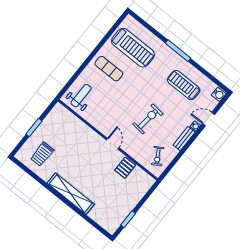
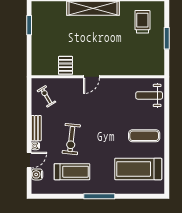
water cooler: (219, 94) -> (37, 174), moved
weight bench: (81, 96) -> (149, 95), turned 90
exercise bike: (148, 119) -> (71, 139), moved
door: (113, 144) -> (91, 77), hinge flipped

